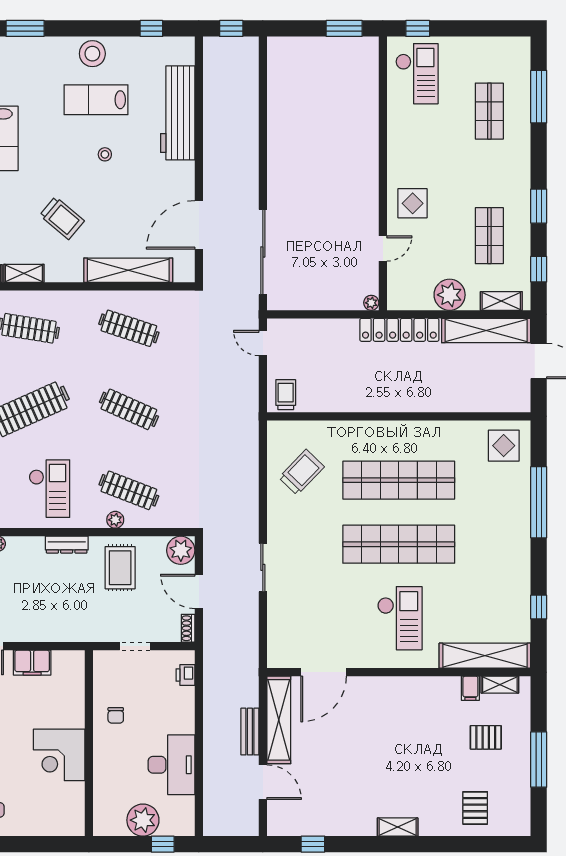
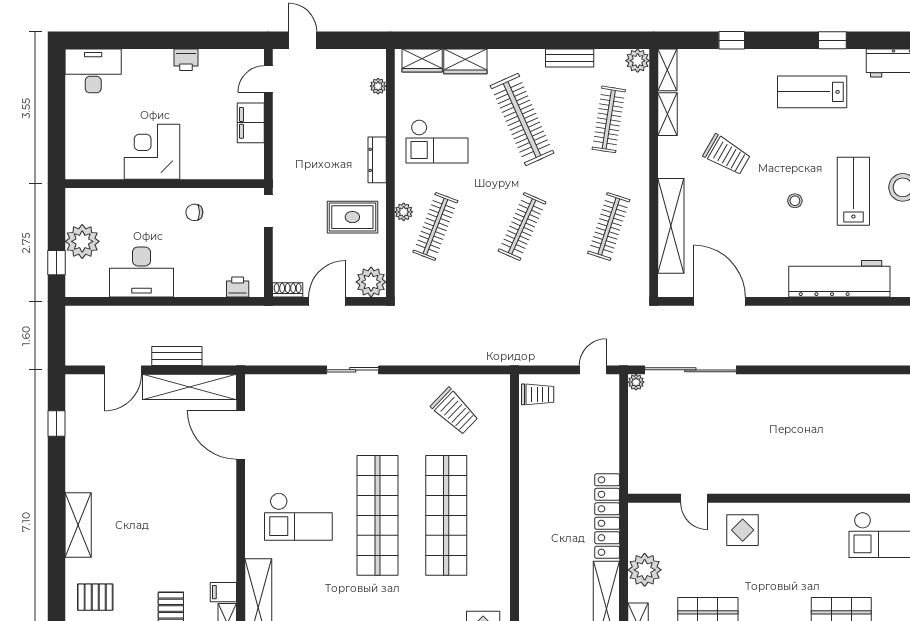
trolley: (62, 218) -> (727, 155), turned -100
plant: (371, 303) -> (636, 382), moved
doorway: (135, 646) -> (268, 211), moved
shelving: (398, 827) -> (78, 525), width x1.50, depth x1.33

